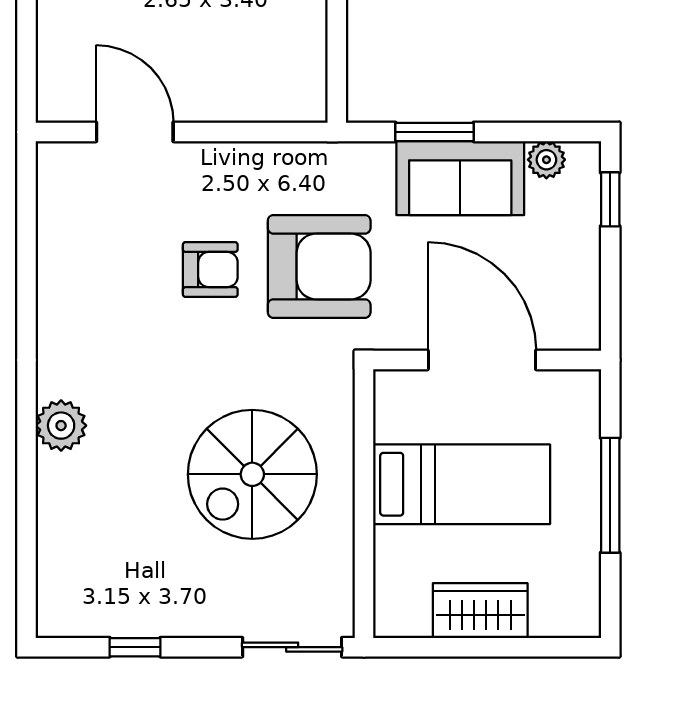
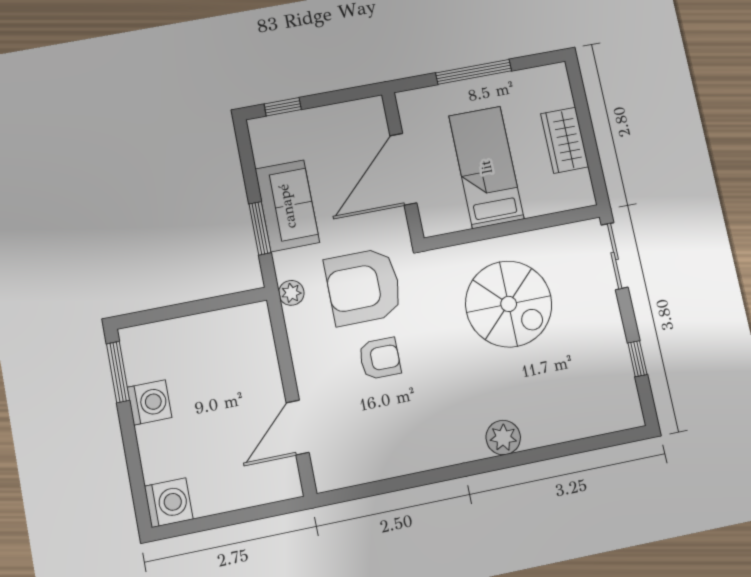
plant: (546, 160) -> (291, 293), moved
armchair: (319, 266) -> (363, 287), turned -90
armchair: (210, 270) -> (380, 358), turned 90

